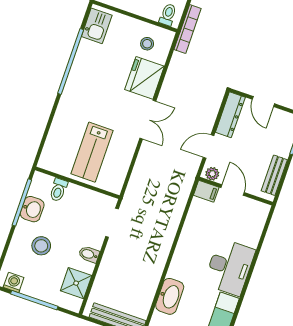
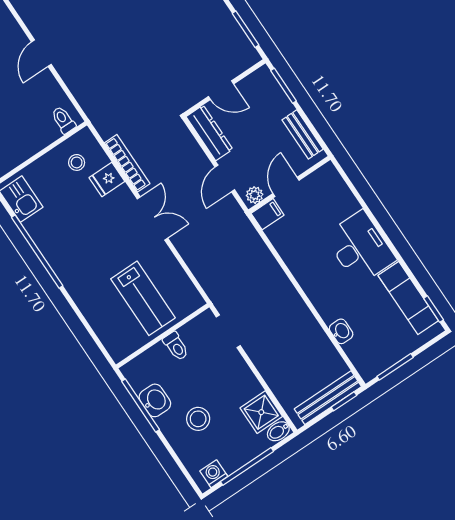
bookcase: (188, 29) -> (127, 163), moved
fridge: (145, 78) -> (107, 179), width x0.53, depth x0.75
toilet: (58, 190) -> (176, 346), moved
door: (233, 190) -> (286, 187), hinge flipped
bidet: (89, 254) -> (278, 431), moved
washbasin: (170, 296) -> (341, 331), width x0.52, depth x0.69

